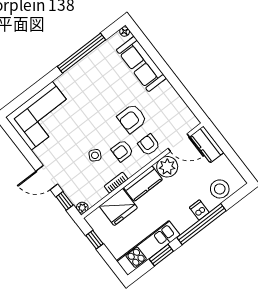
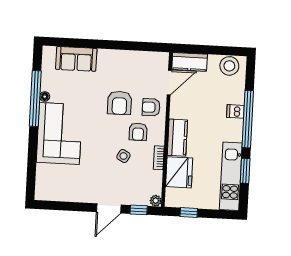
floor lamp: (125, 32) -> (45, 97), moved
sofa: (141, 64) -> (76, 59), width x0.73
corner sofa: (42, 116) -> (59, 134), moved
plant: (167, 167) -> (180, 108), removed
stool: (220, 189) -> (229, 66), moved

